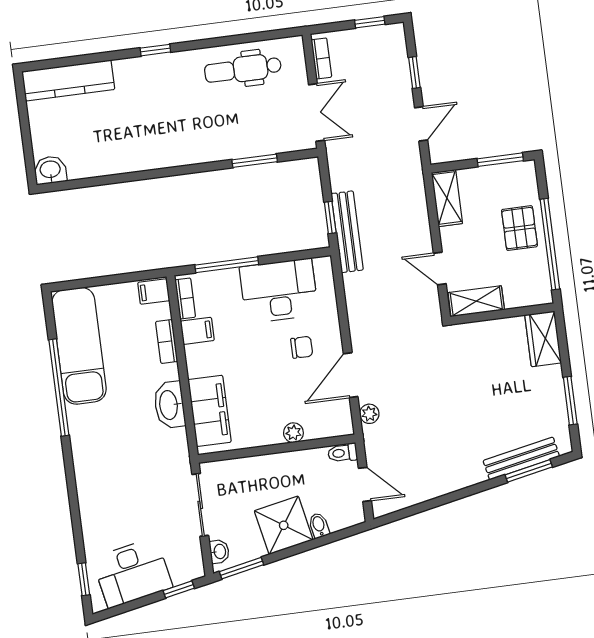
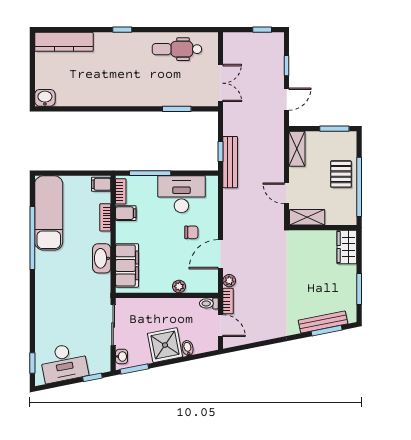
bookcase: (321, 58) -> (228, 301), moved

